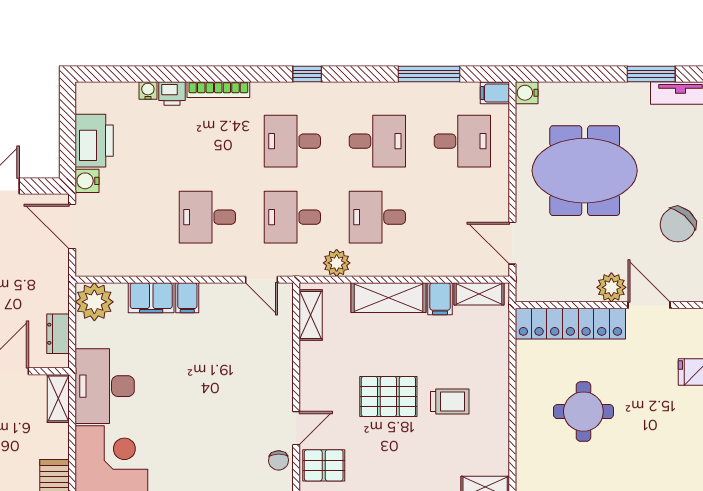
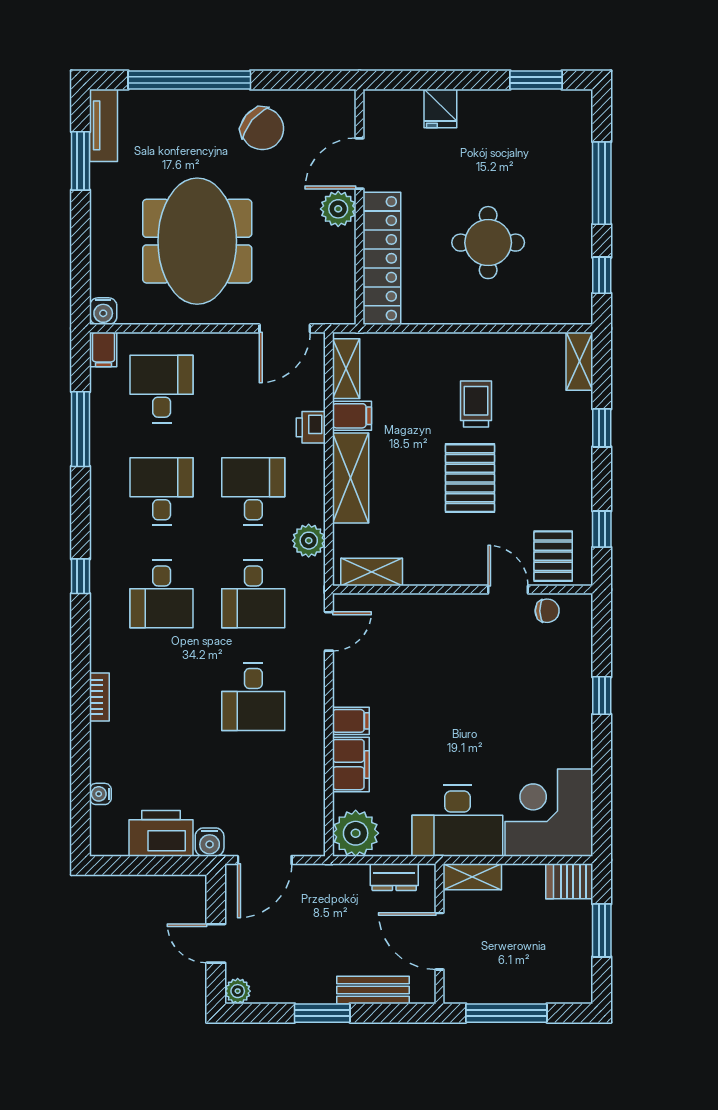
water cooler: (148, 90) -> (100, 794), moved
bookcase: (218, 90) -> (99, 697), width x0.64
printer: (172, 94) -> (311, 427), moved, turned 180
desk: (377, 217) -> (253, 492), turned 180

